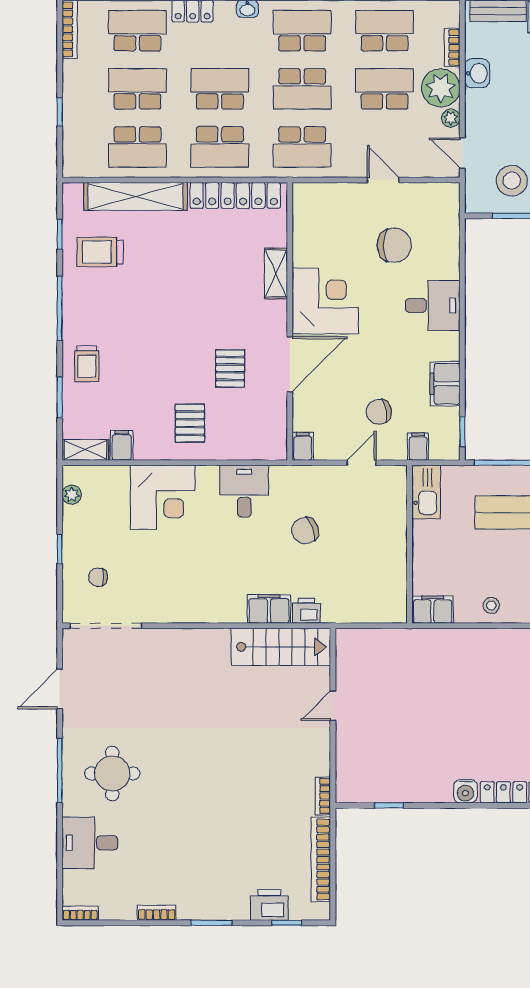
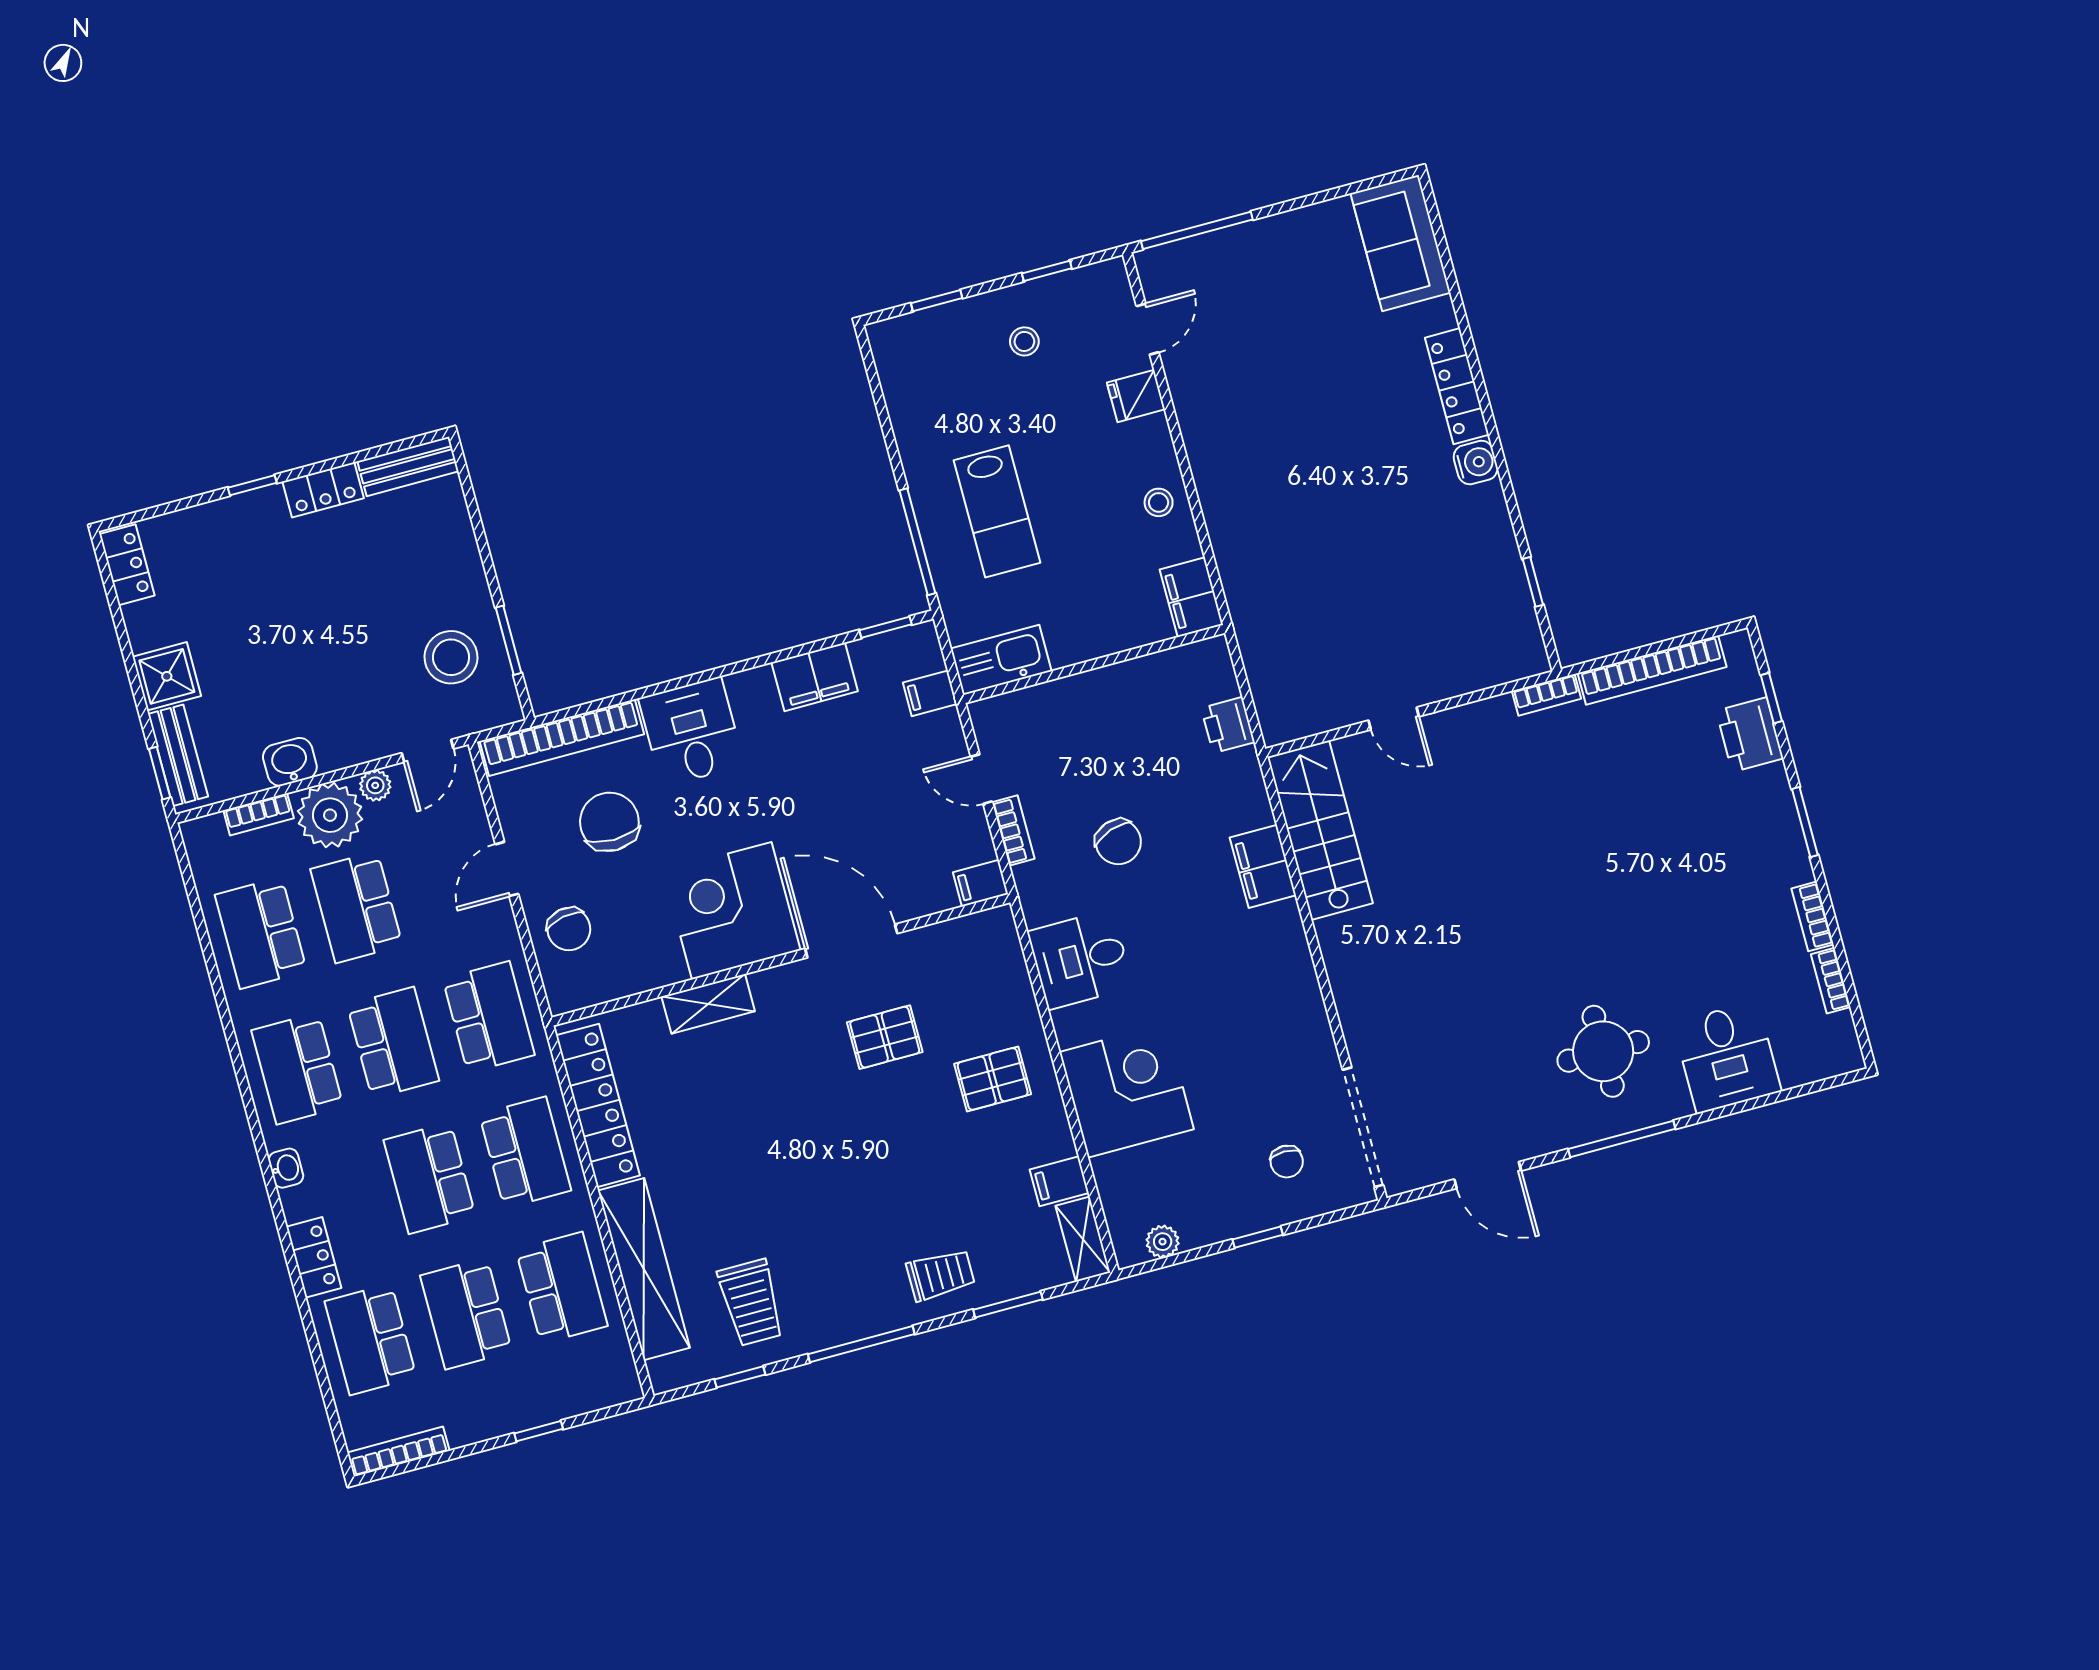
bookcase: (449, 231) -> (562, 738), added
chair: (379, 412) -> (569, 929), moved
bookcase: (328, 473) -> (1013, 830), added
printer: (306, 611) -> (1228, 725), moved
bookcase: (80, 913) -> (1831, 981), moved

